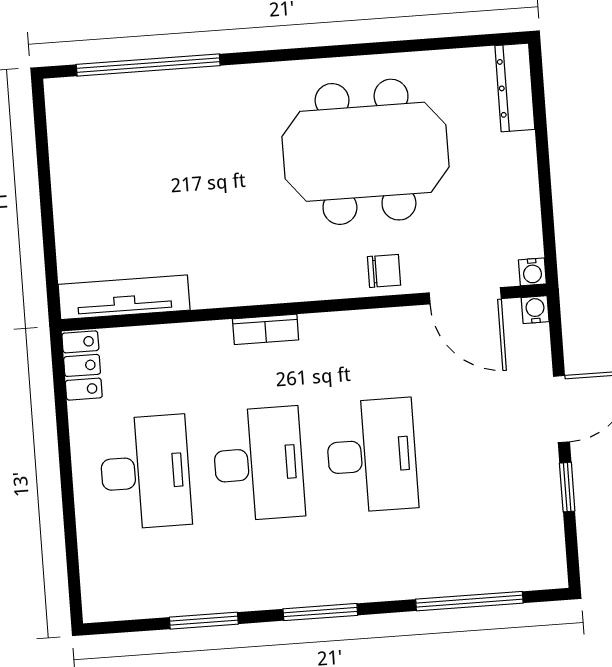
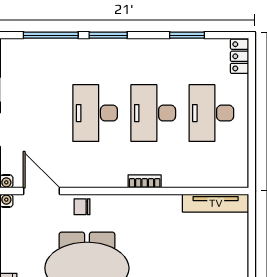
locker: (82, 365) -> (240, 56), moved
window: (320, 612) -> (108, 35), moved

